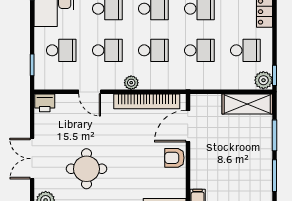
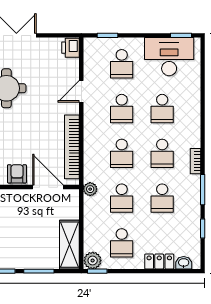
plant: (131, 83) -> (90, 189), moved

